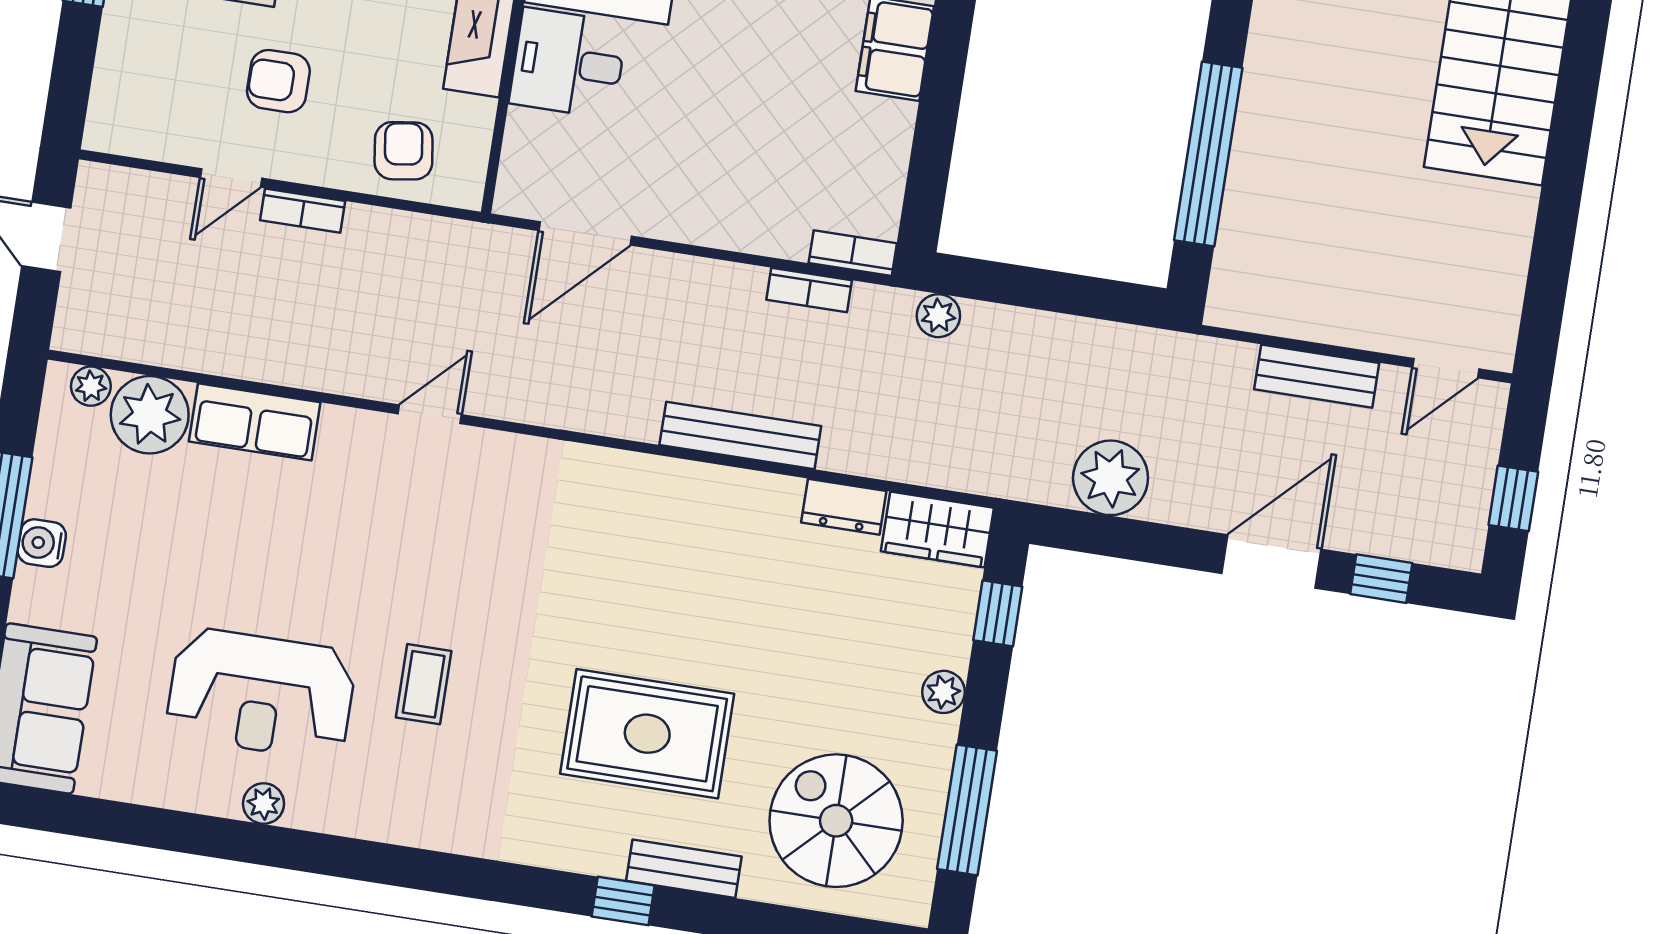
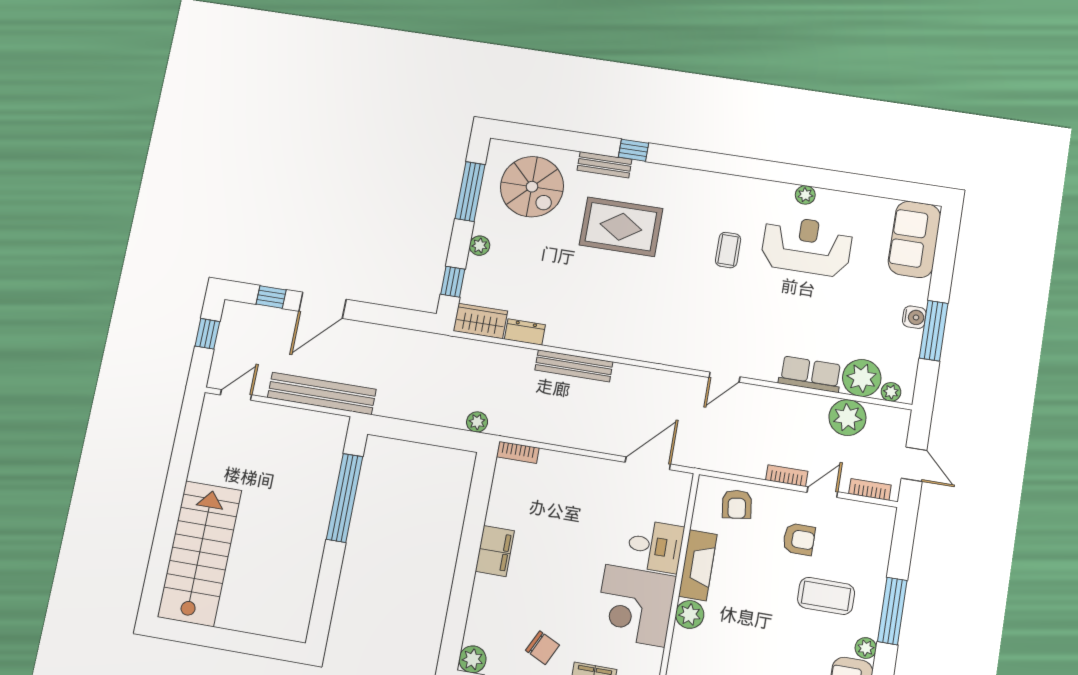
bookcase: (809, 290) -> (870, 489), moved
bench: (1317, 376) -> (322, 393), width x1.86, depth x1.21
plant: (1111, 478) -> (847, 418), moved

